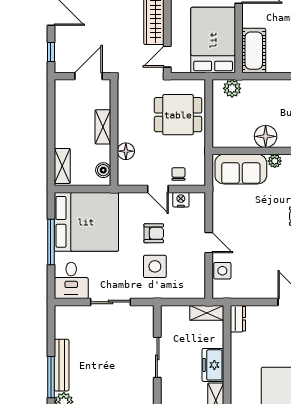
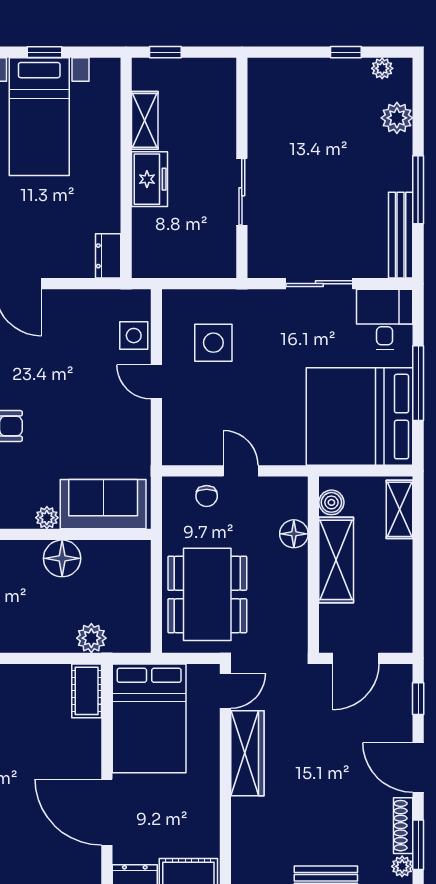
cot: (254, 51) -> (87, 691), width x0.73, depth x0.75
plant: (232, 88) -> (91, 638), moved
dining table: (178, 115) -> (207, 594), width x1.37
shelving: (103, 127) -> (336, 560), width x1.50, depth x1.33
nightstand: (181, 200) -> (203, 453), removed
armchair: (154, 233) -> (248, 398), removed
side table: (155, 266) -> (213, 343), moved
shelving: (207, 313) -> (160, 266), removed
bench: (62, 365) -> (401, 235), moved
window: (51, 377) -> (418, 190), moved

